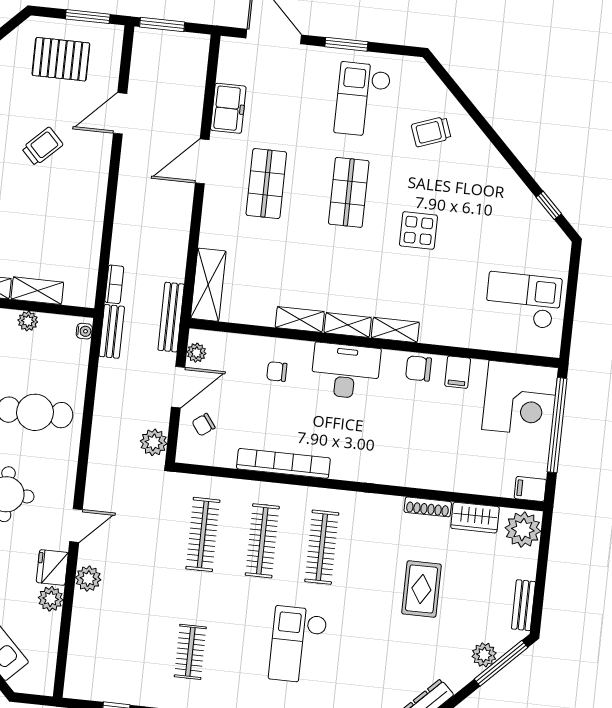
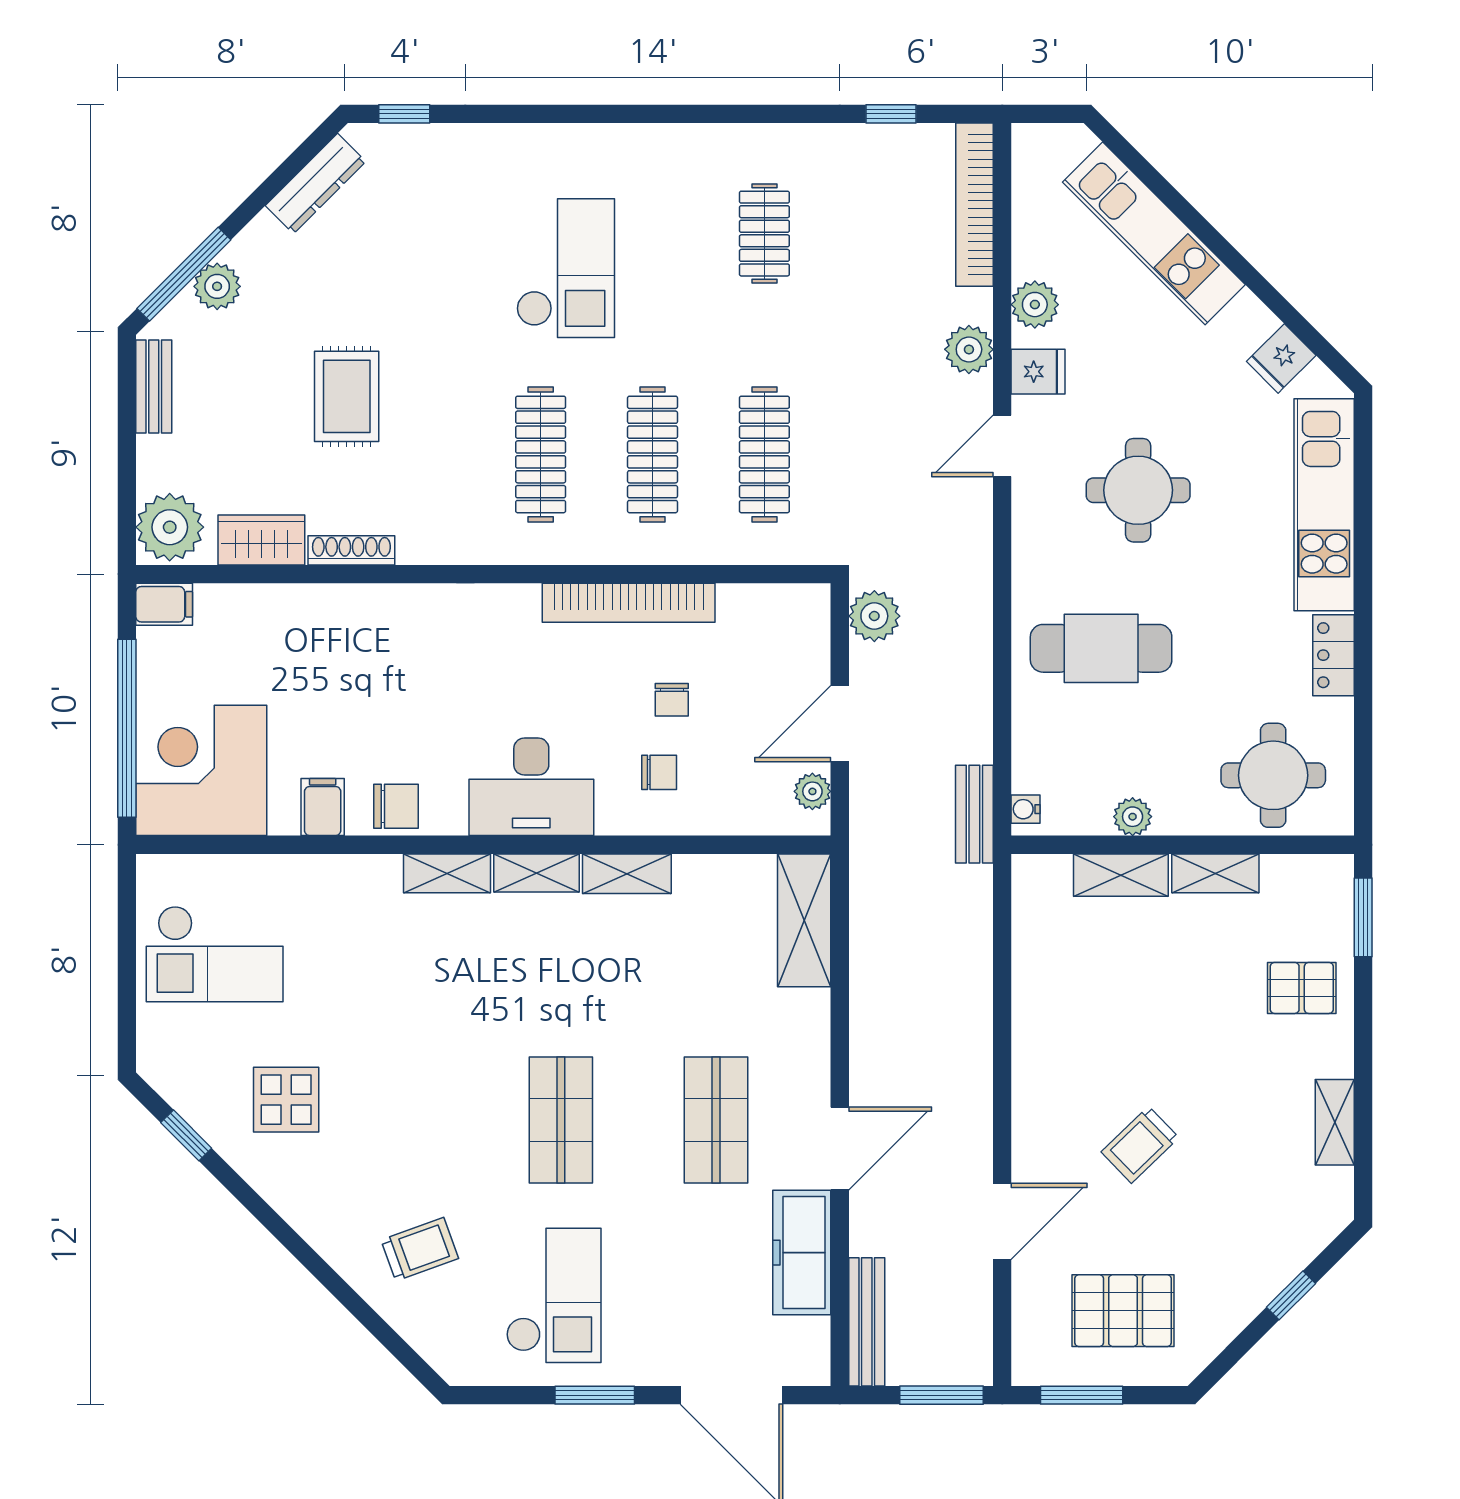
freezer: (228, 108) -> (802, 1253), width x1.40
display table: (418, 230) -> (286, 1100), moved
bookcase: (114, 284) -> (975, 205), moved, width x2.31, depth x1.31
bench: (171, 317) -> (867, 1322), moved
chair: (203, 425) -> (672, 700), moved, turned 126
fridge: (52, 568) -> (1038, 372), width x0.72

